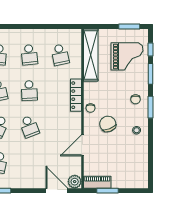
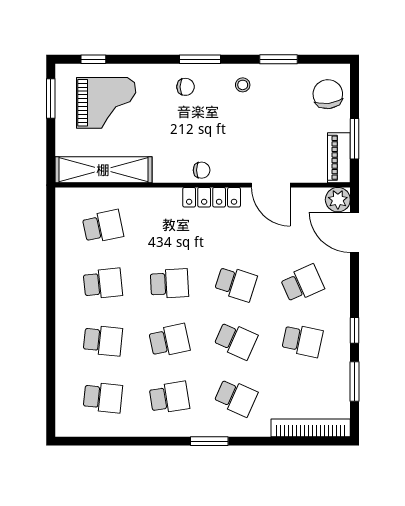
grand piano: (127, 56) -> (106, 103), turned 90
window: (150, 74) -> (279, 59), moved
locker: (76, 95) -> (212, 197), moved
chair: (108, 124) -> (328, 94), moved, turned 104
school desk: (29, 127) -> (236, 284), turned 39
school desk: (29, 162) -> (302, 284), added
door: (57, 191) -> (354, 232), hinge flipped

